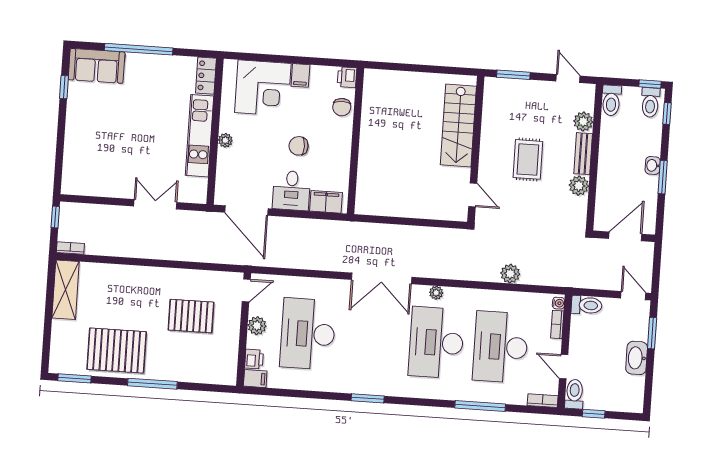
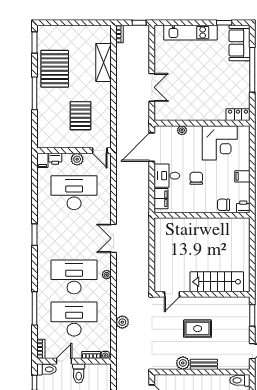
corner desk: (263, 88) -> (220, 143), moved, turned -90
plant: (583, 122) -> (225, 363), removed
kitchen unit: (200, 136) -> (190, 33), moved, turned 180
plant: (225, 140) -> (182, 130), moved
double door: (382, 278) -> (114, 238), width x0.73
shelving: (66, 290) -> (103, 62), moved, turned 90
toilet: (587, 305) -> (79, 373), moved

